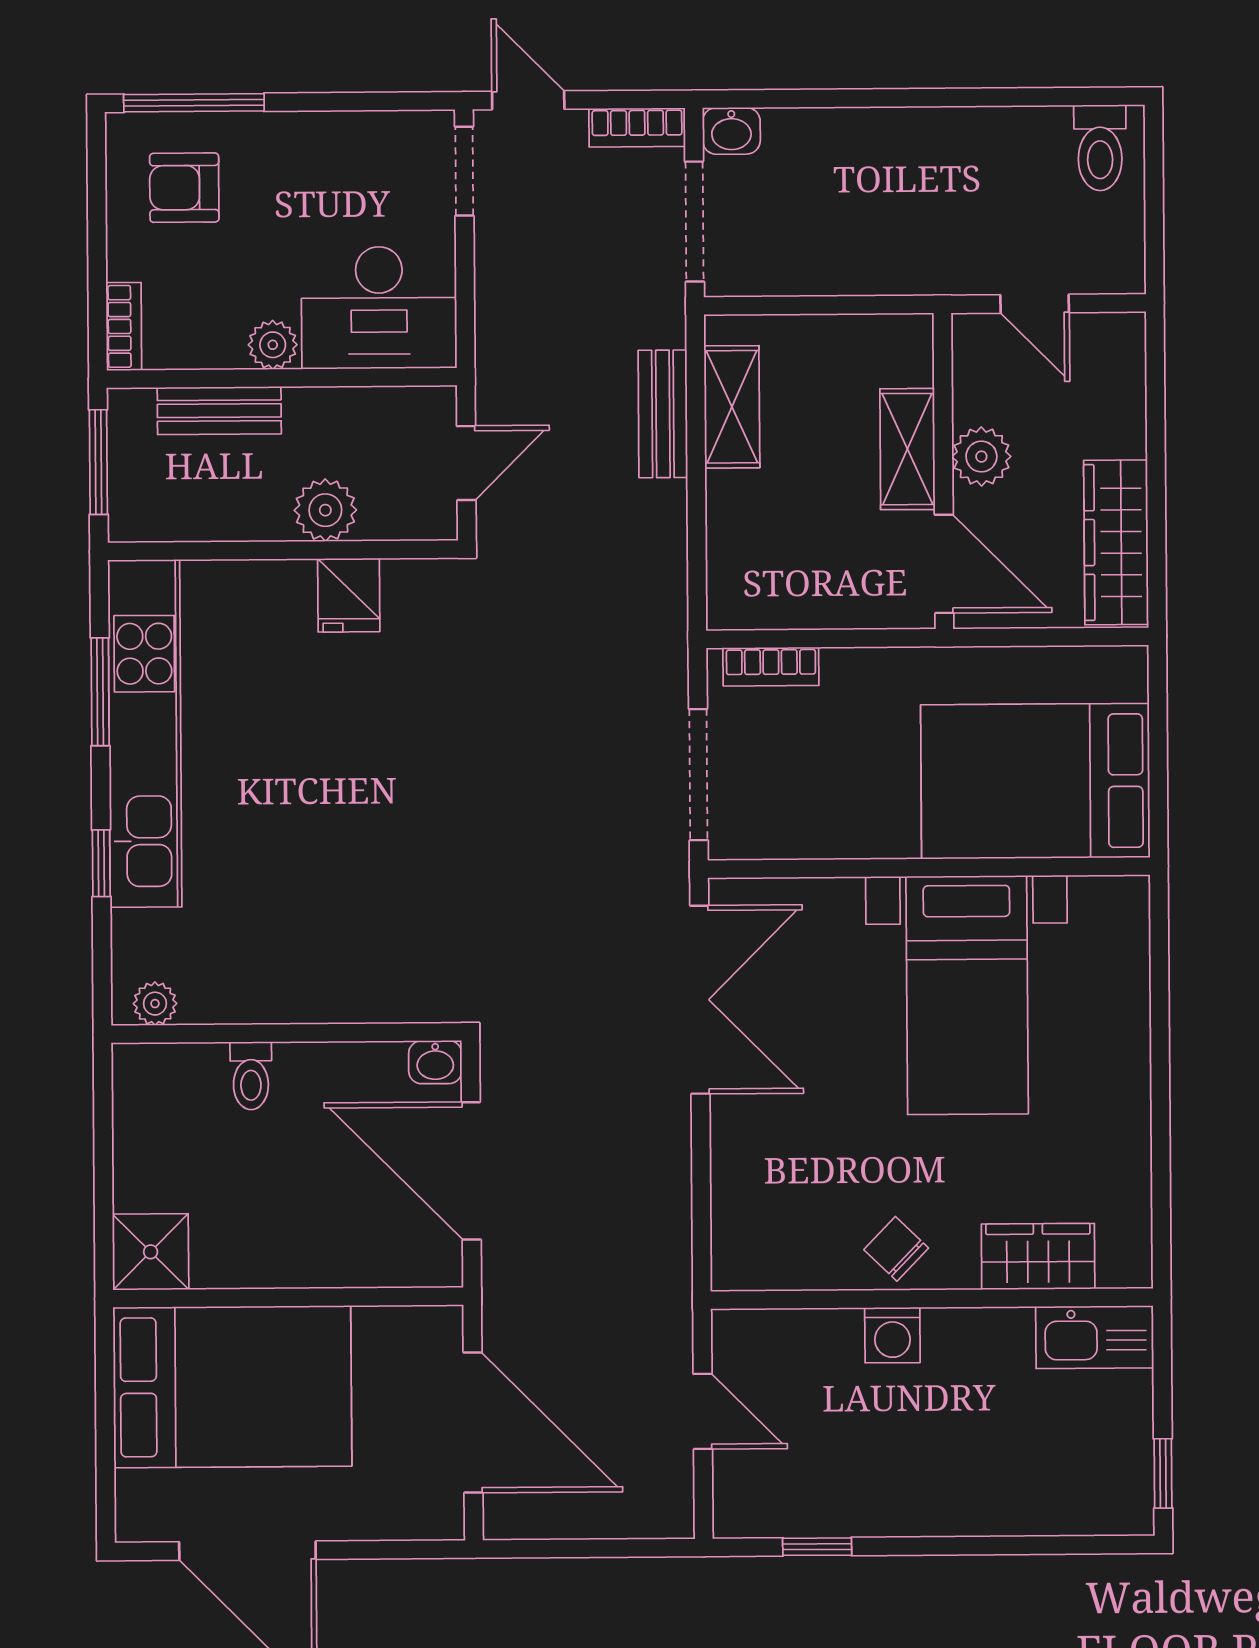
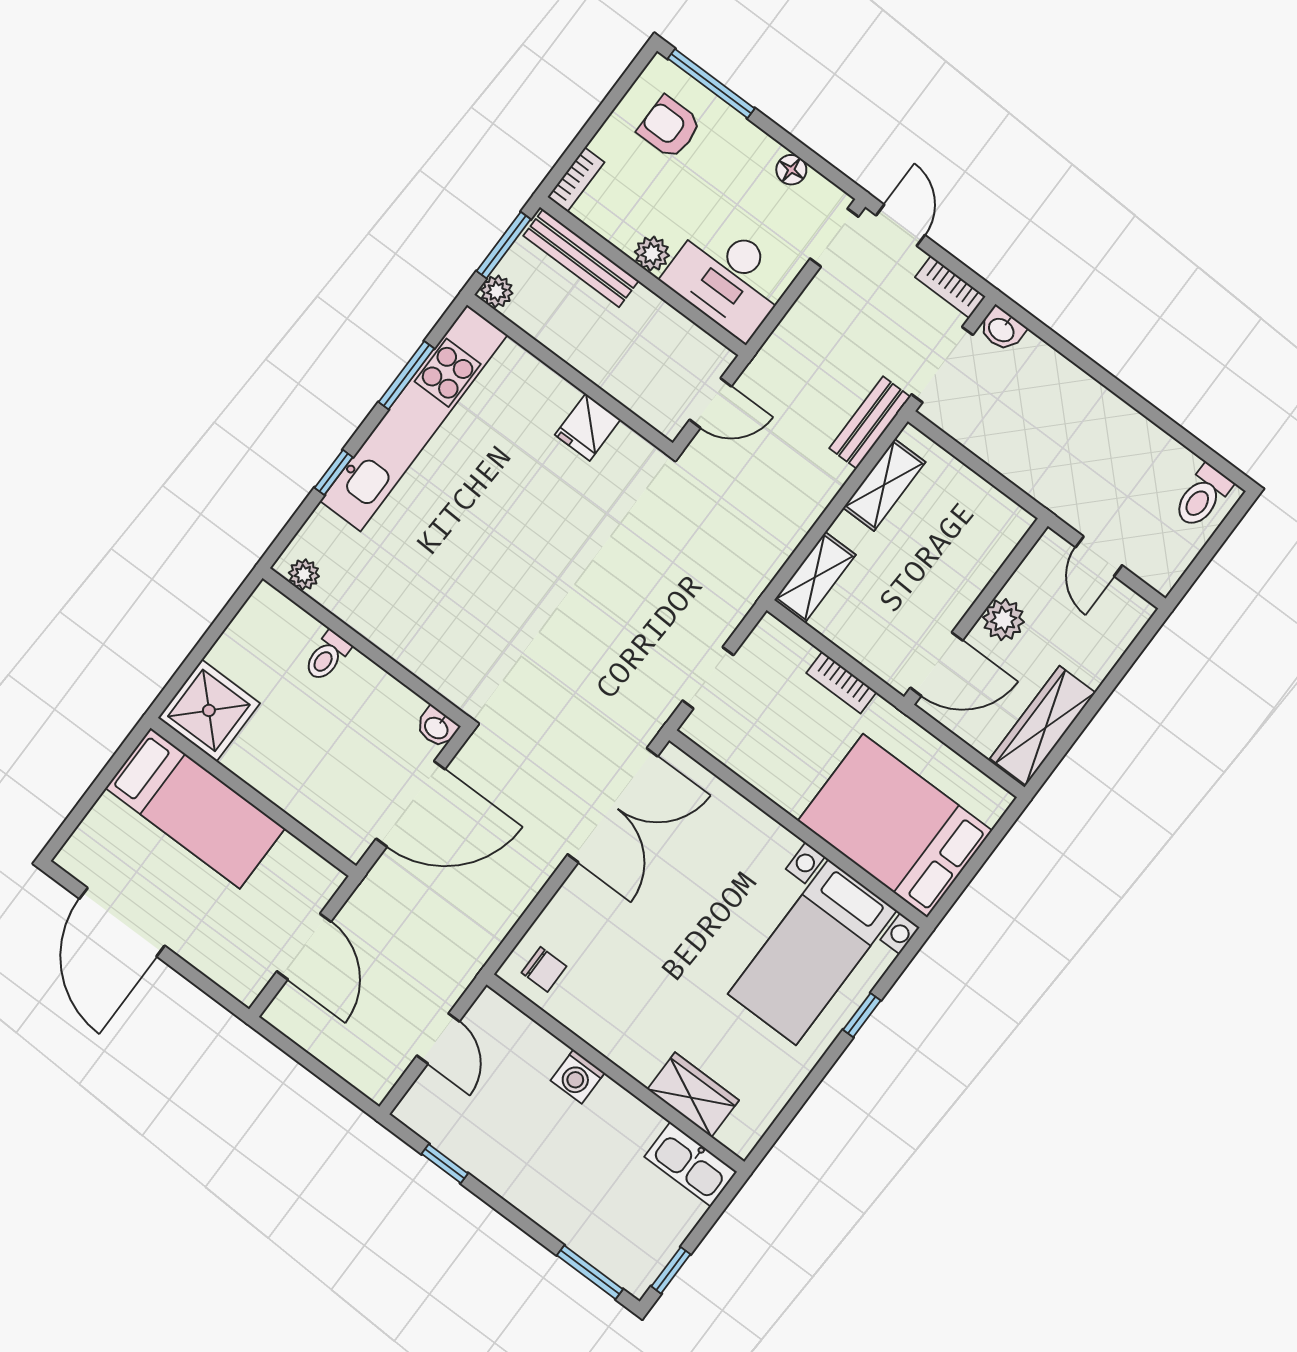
floor lamp: (358, 131) -> (791, 170), added
bench: (219, 411) -> (581, 258), width x1.36
bench: (663, 414) -> (870, 423), moved
shelving: (907, 449) -> (815, 577), moved
plant: (325, 510) -> (497, 291), moved, width x0.73, depth x0.73
door: (944, 564) -> (937, 664), hinge flipped
bookcase: (771, 667) -> (841, 683), moved
doorway: (698, 775) -> (708, 678), width x0.73
bed with nightstands: (967, 995) -> (812, 952), moved
window: (1160, 1023) -> (862, 1015), added
door: (471, 1171) -> (411, 804), swing flipped
chair: (896, 1249) -> (544, 969), moved, turned 136
shower: (151, 1252) -> (209, 710), width x1.36, depth x1.36
bed: (232, 1387) -> (195, 808), width x0.67
door: (473, 1422) -> (304, 946), width x0.73
window: (1073, 1545) -> (590, 1272), added

